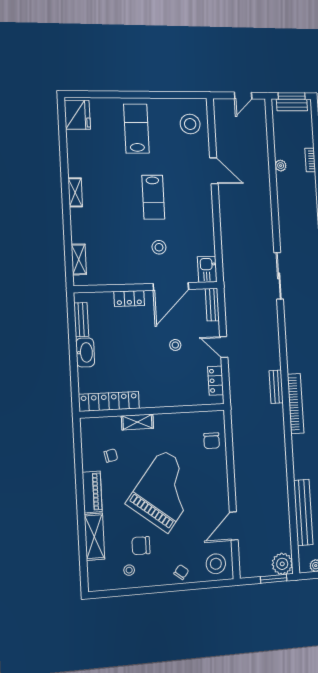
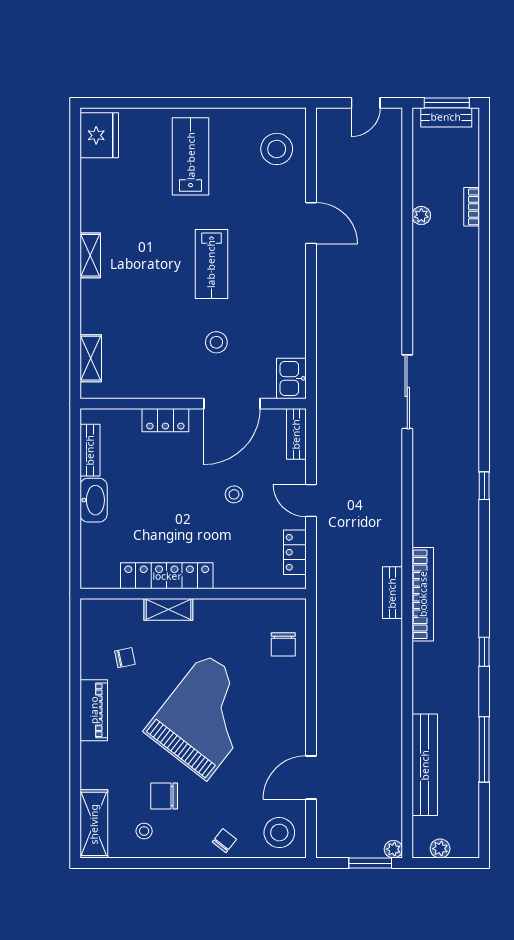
bench: (276, 387) -> (392, 593), moved
locker: (109, 401) -> (167, 576), moved
shelving: (94, 537) -> (94, 824), moved
plant: (282, 564) -> (393, 849), width x0.53, depth x0.53

